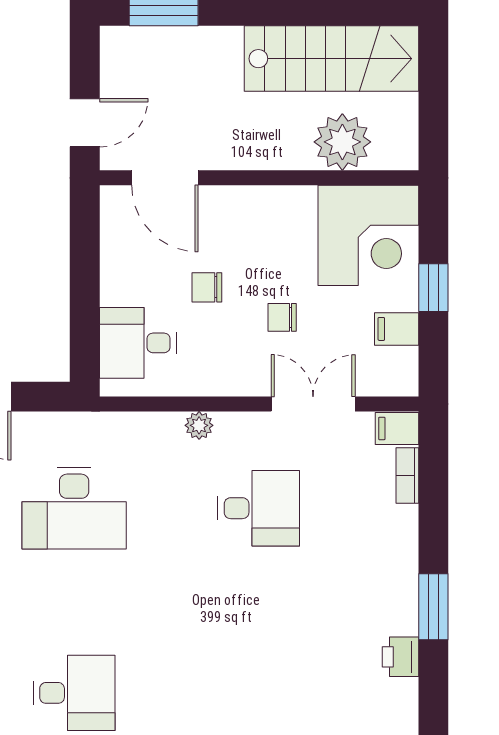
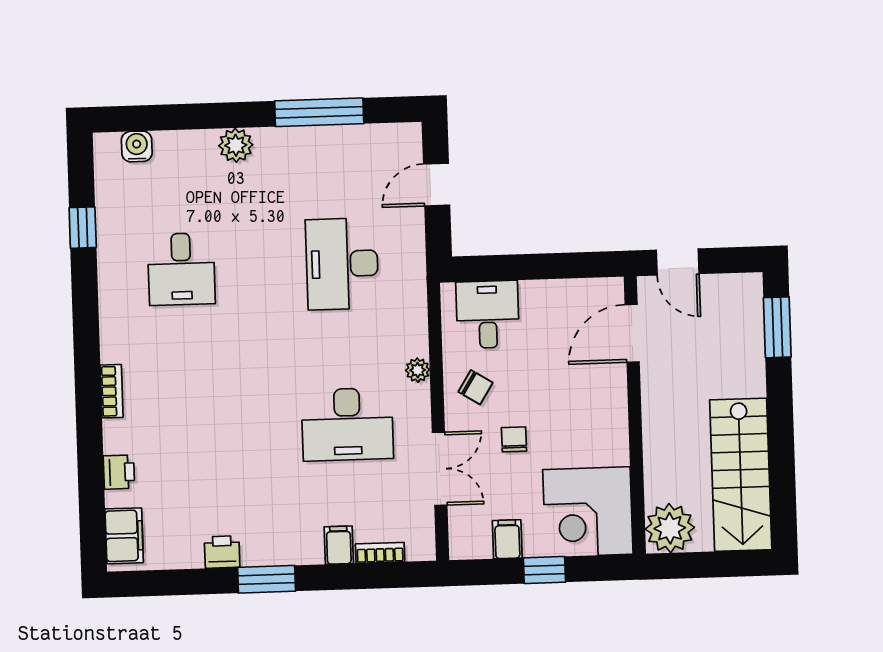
plant: (342, 142) -> (670, 528), moved
chair: (207, 287) -> (476, 387), moved, turned 122
filing cabinet: (397, 428) -> (339, 545), moved
desk: (259, 508) -> (347, 424), width x1.37

